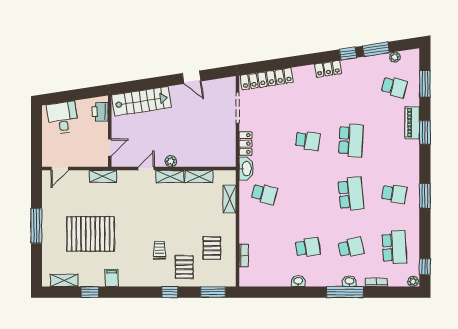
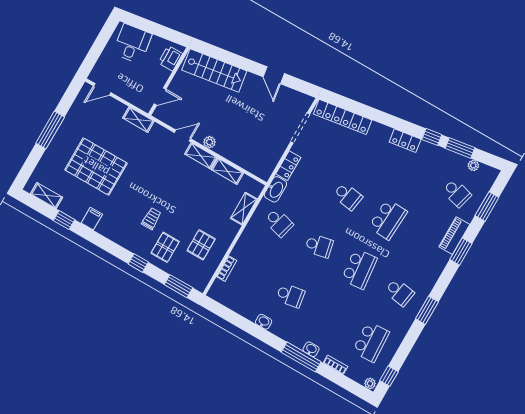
school desk: (351, 247) -> (319, 246), moved

